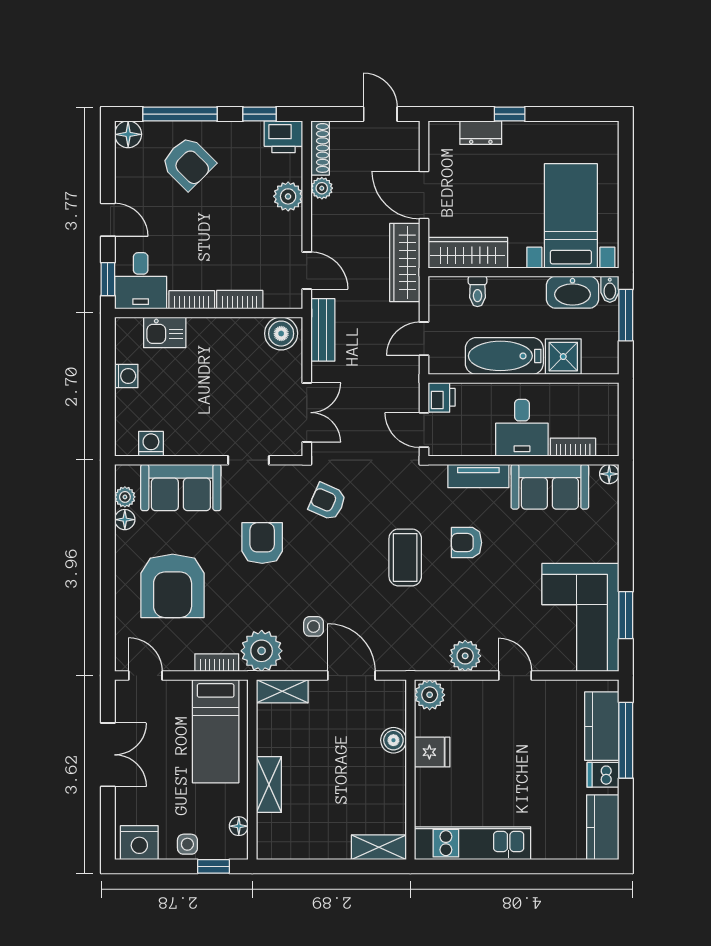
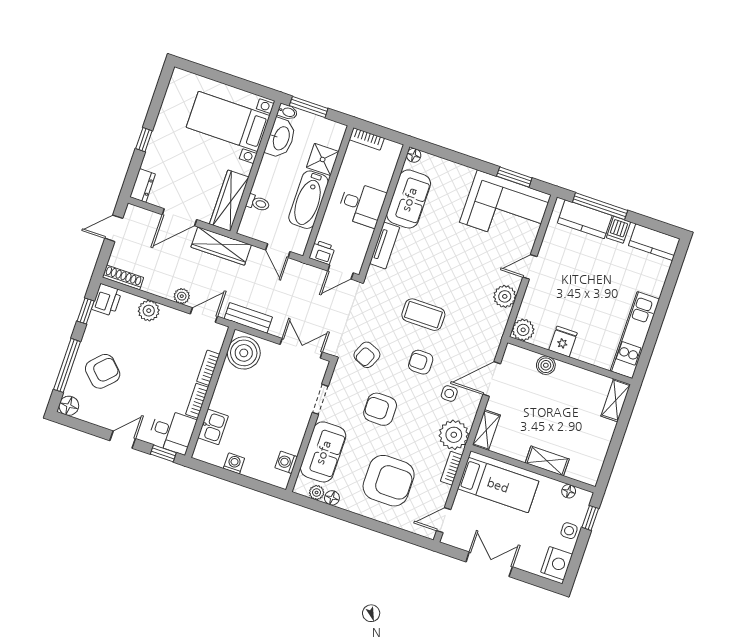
dresser: (481, 133) -> (143, 185), moved
plant: (322, 188) -> (182, 296), moved
boiler: (281, 334) -> (244, 353), width x1.37, depth x1.37
bookcase: (573, 447) -> (367, 139), moved, turned -90
armchair: (467, 543) -> (421, 362), moved, turned 90

